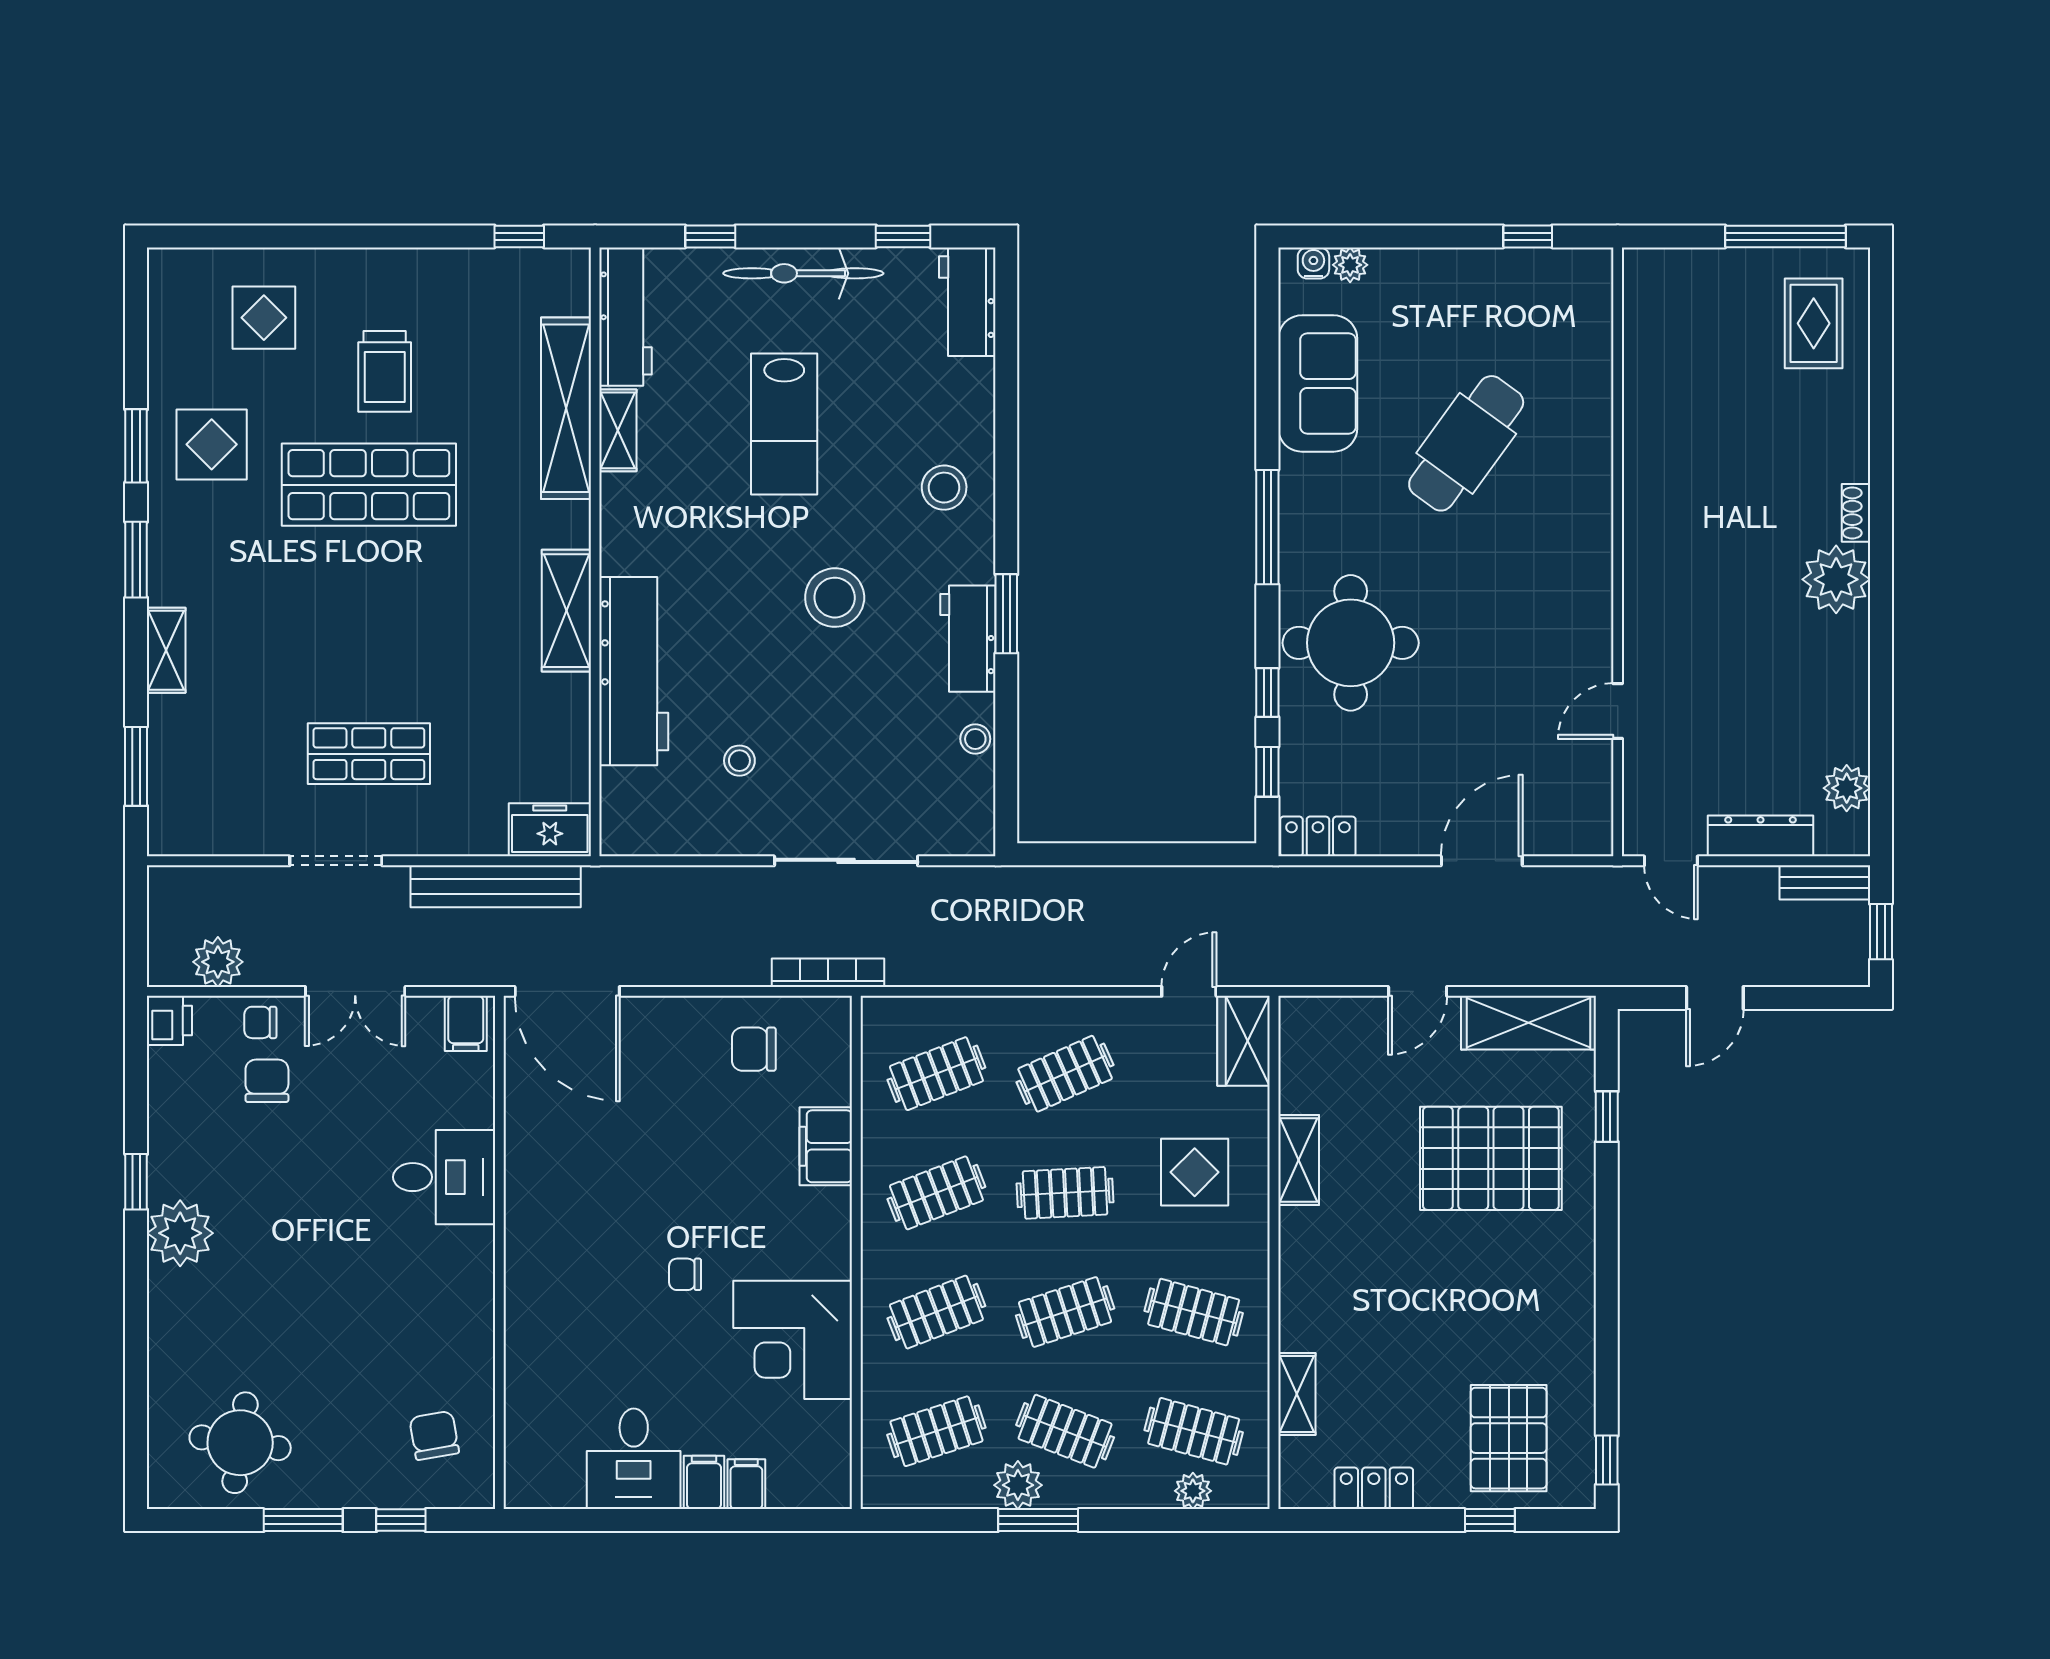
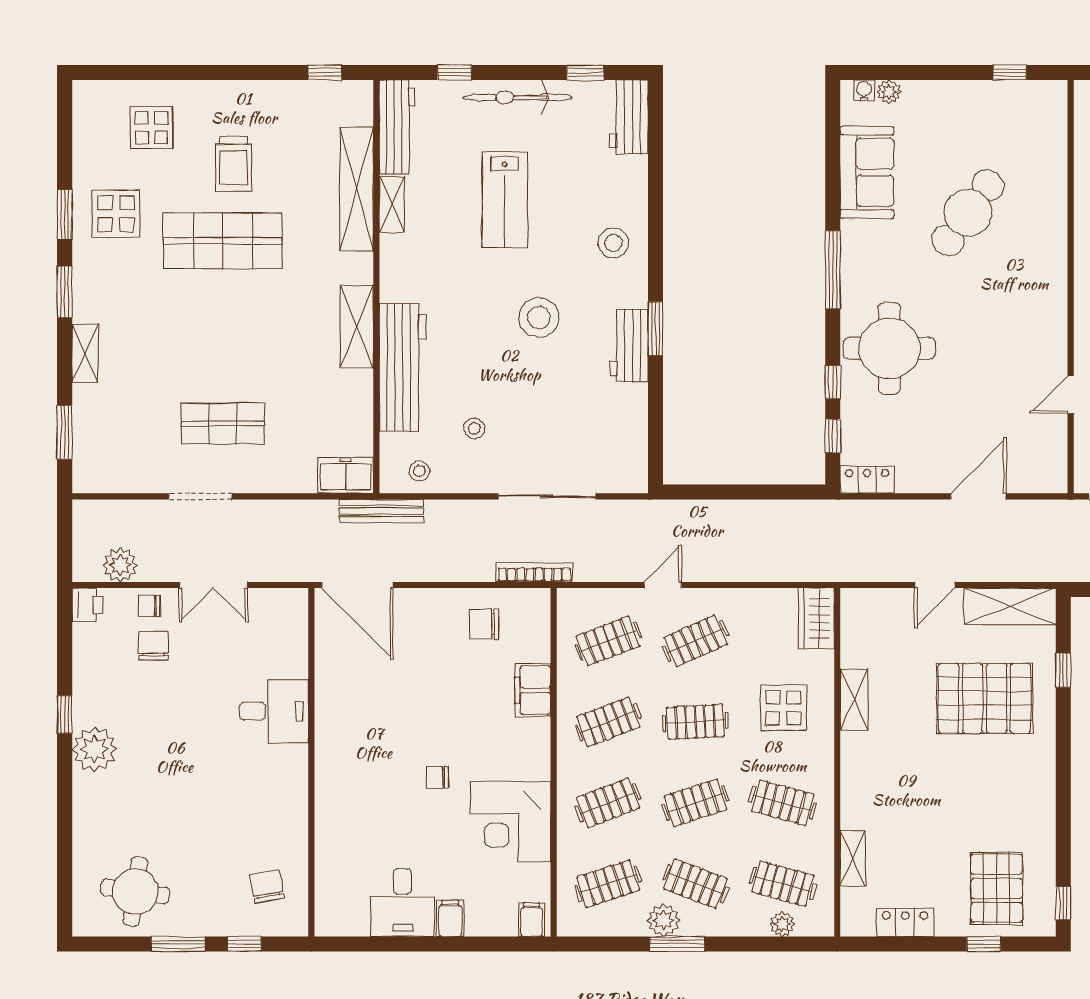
stool: (975, 739) -> (419, 471), moved
bench: (496, 886) -> (381, 511), moved, width x0.73, depth x0.82
door: (1189, 991) -> (663, 585), moved
filing cabinet: (466, 1023) -> (288, 607), removed
filing cabinet: (746, 1484) -> (532, 920), moved

